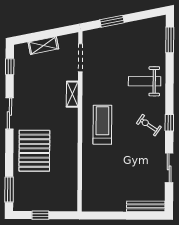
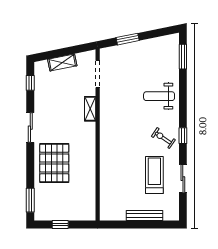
treadmill: (102, 125) -> (154, 175), moved
bench: (146, 206) -> (144, 216), moved

